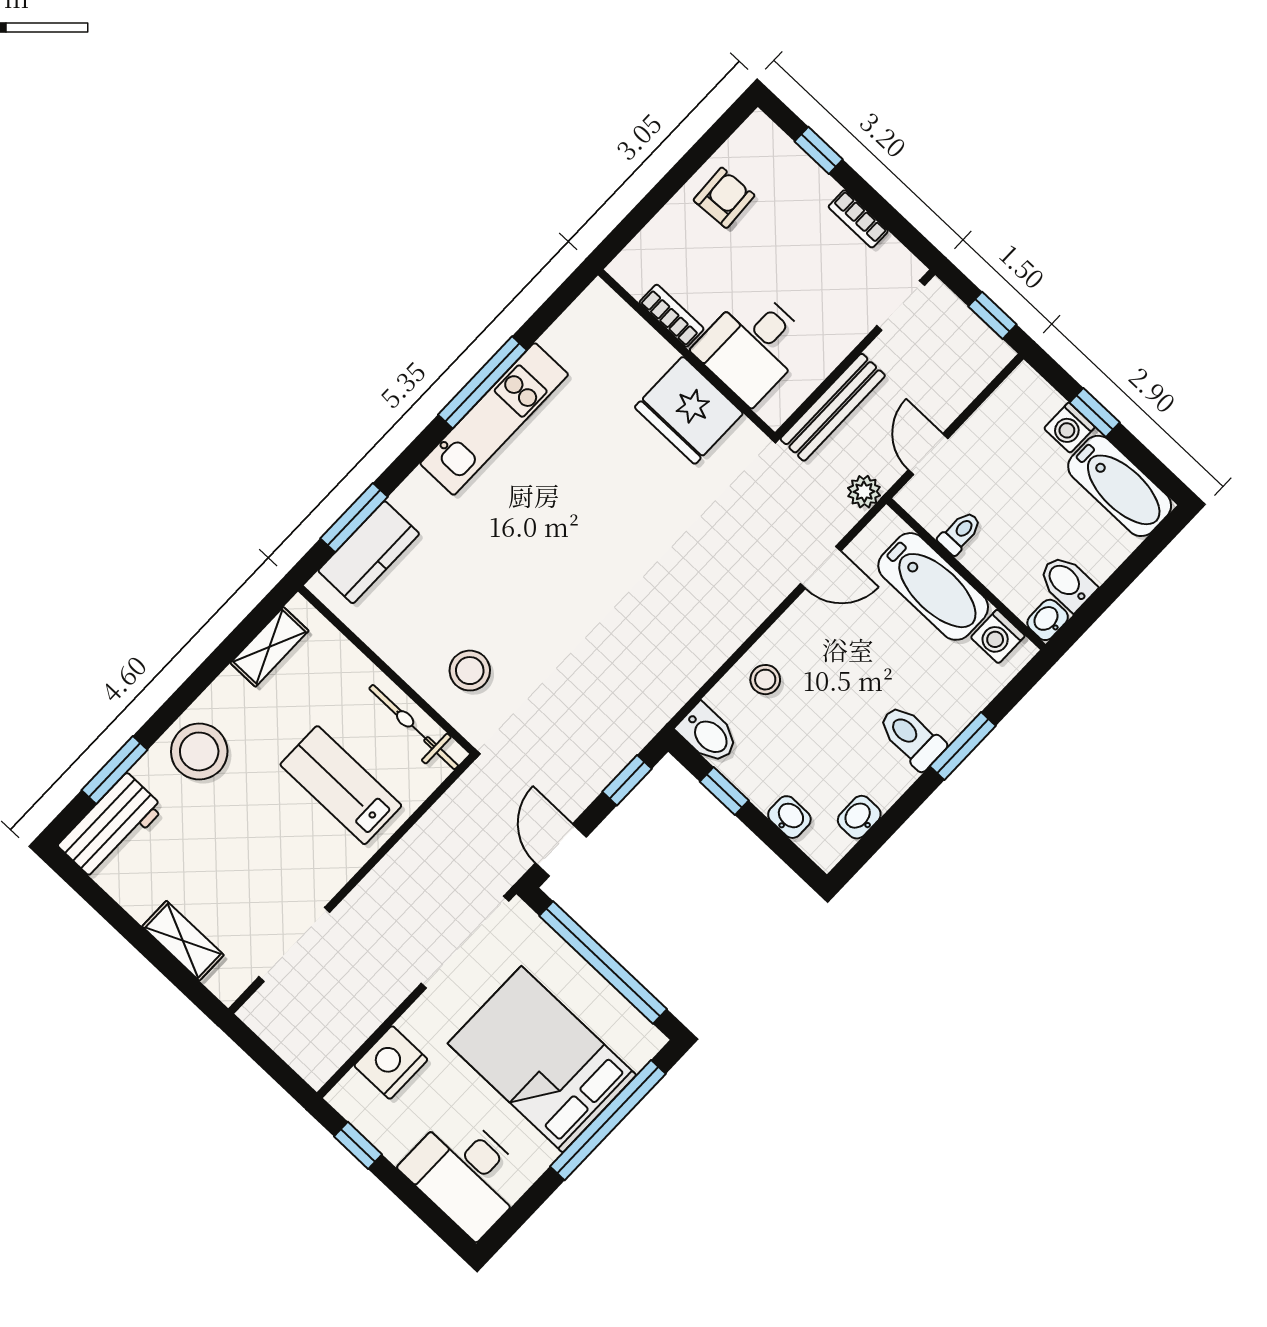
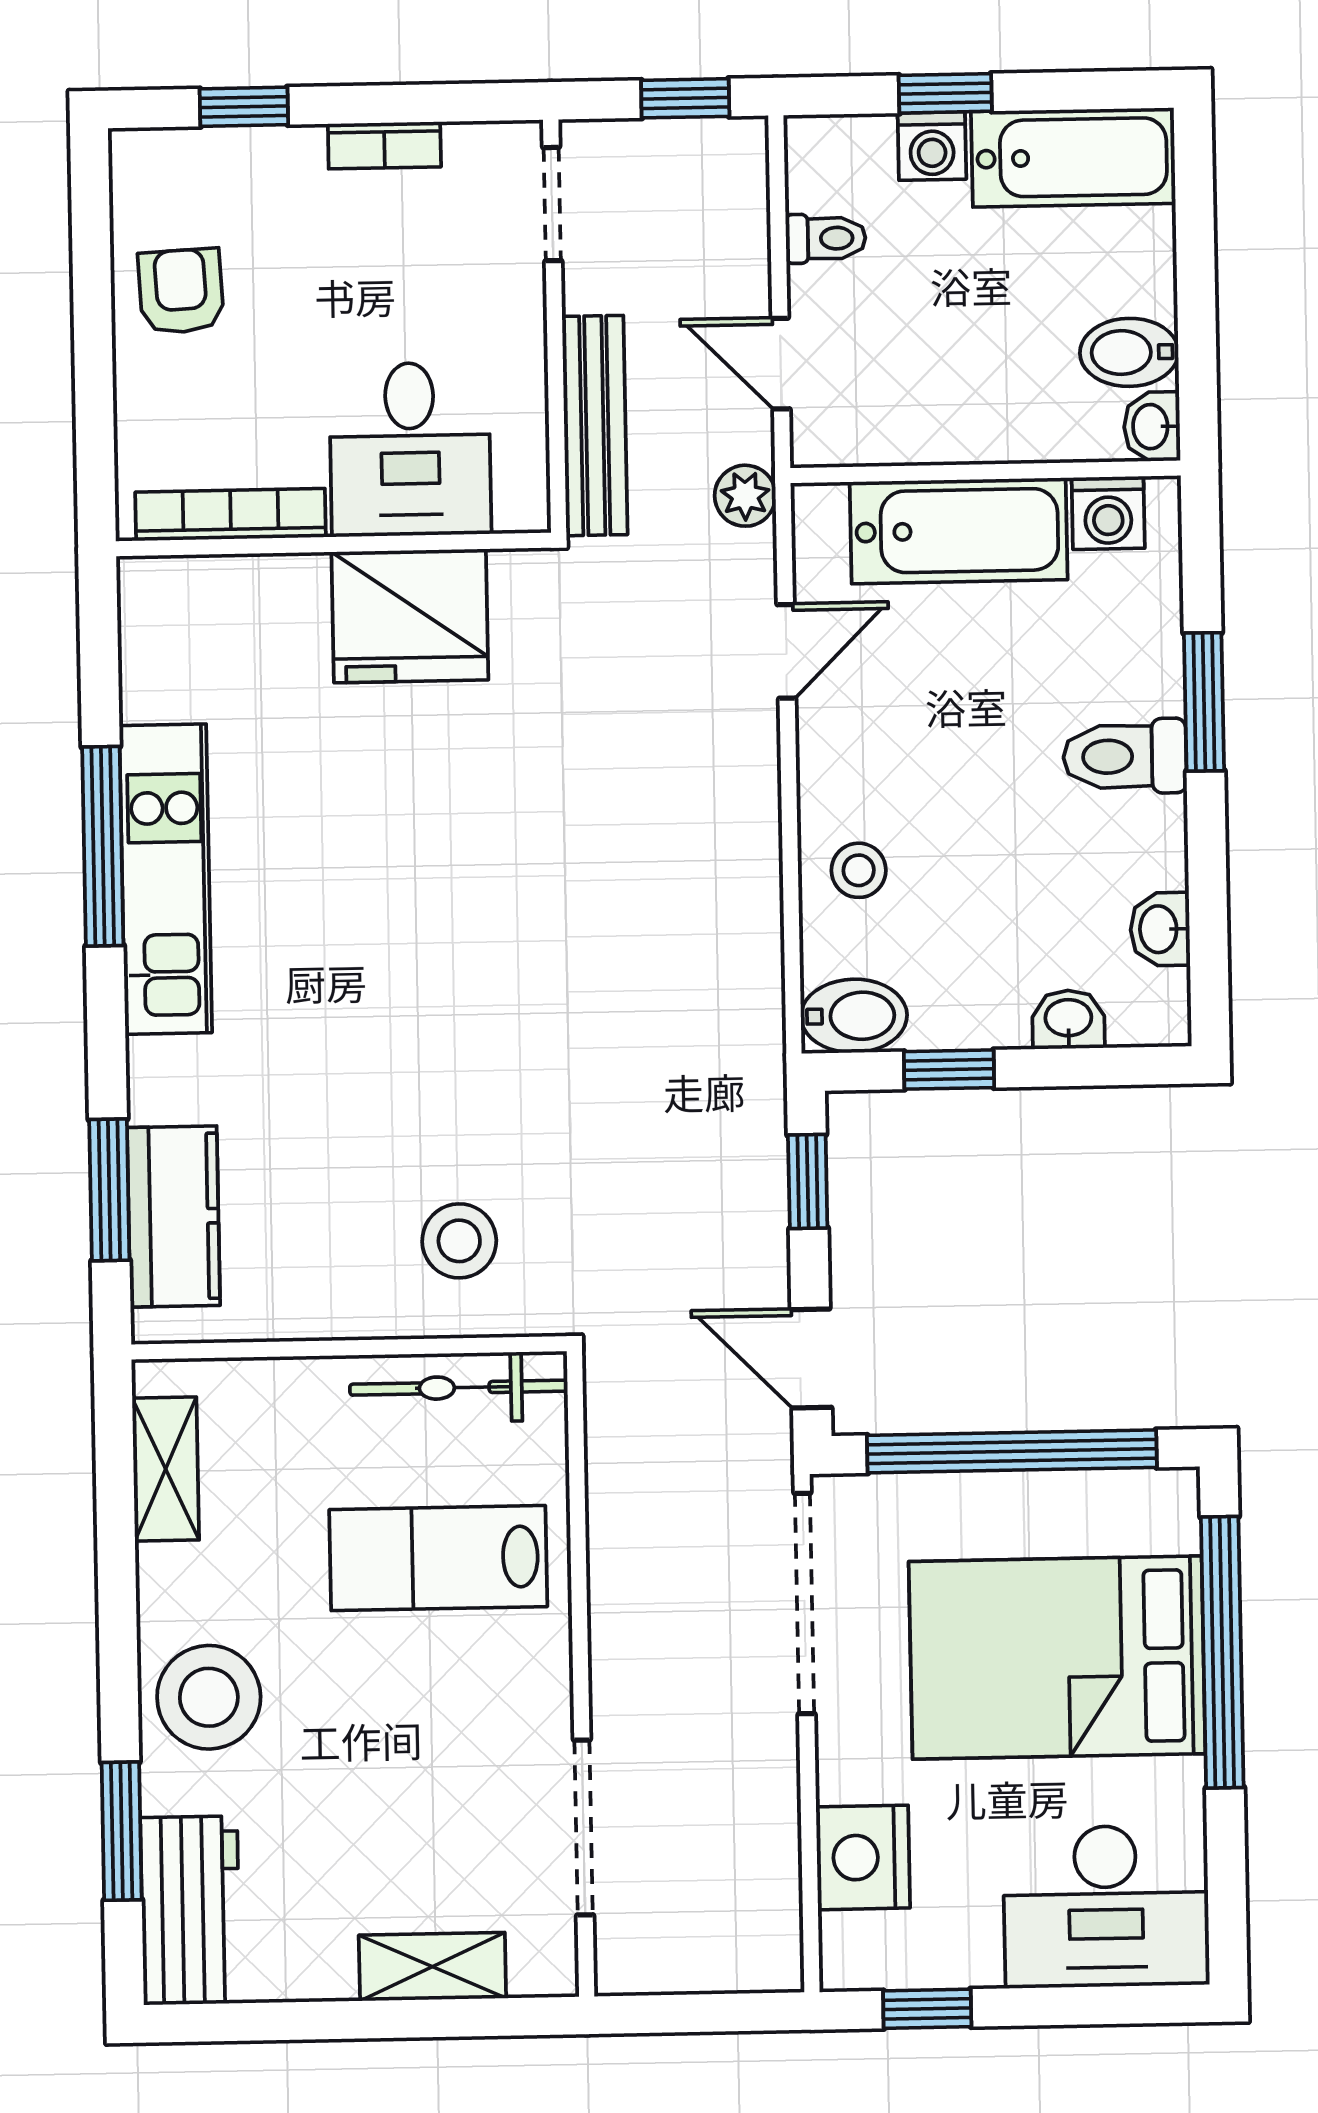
bookcase: (672, 316) -> (231, 515), width x1.56
toilet: (960, 533) -> (826, 238), moved, turned 90

